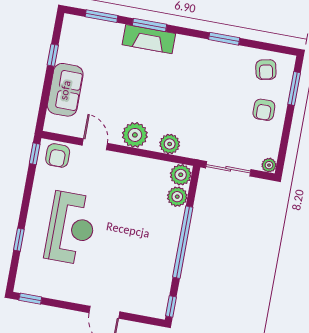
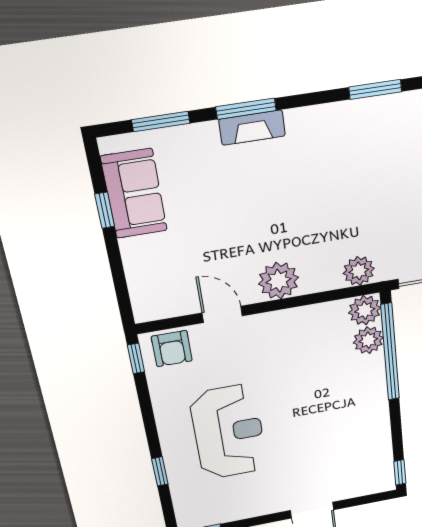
fireplace: (149, 39) -> (252, 128), width x0.73, depth x0.76
sofa: (65, 90) -> (134, 194), moved
plant: (170, 144) -> (359, 271), moved
window: (183, 242) -> (390, 352), moved

